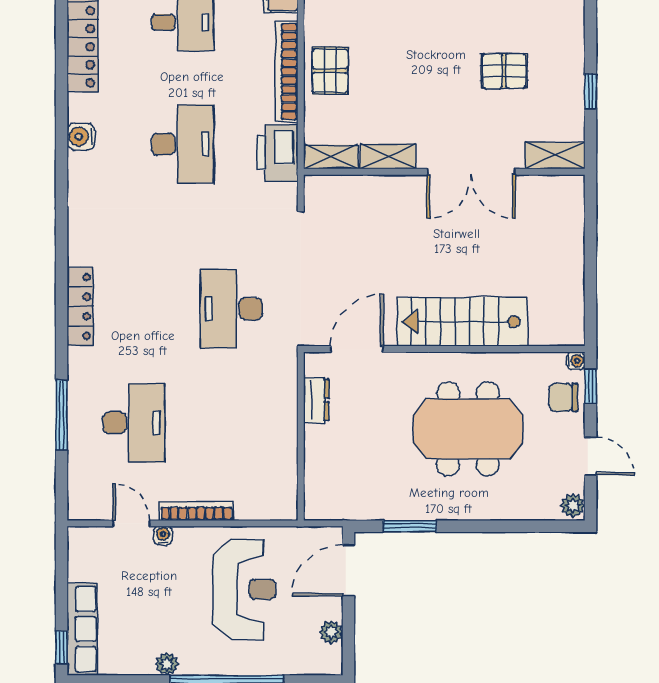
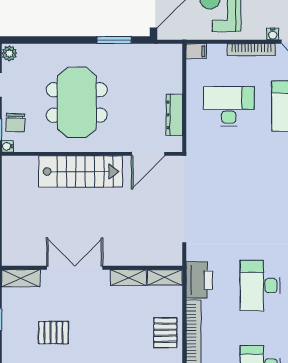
desk: (231, 309) -> (229, 106), moved, turned -90
chair: (564, 397) -> (15, 123), turned 92
dresser: (316, 400) -> (174, 115), width x1.44
meeting table: (468, 429) -> (77, 102), turned 90
filing cabinet: (282, 509) -> (196, 51), added

